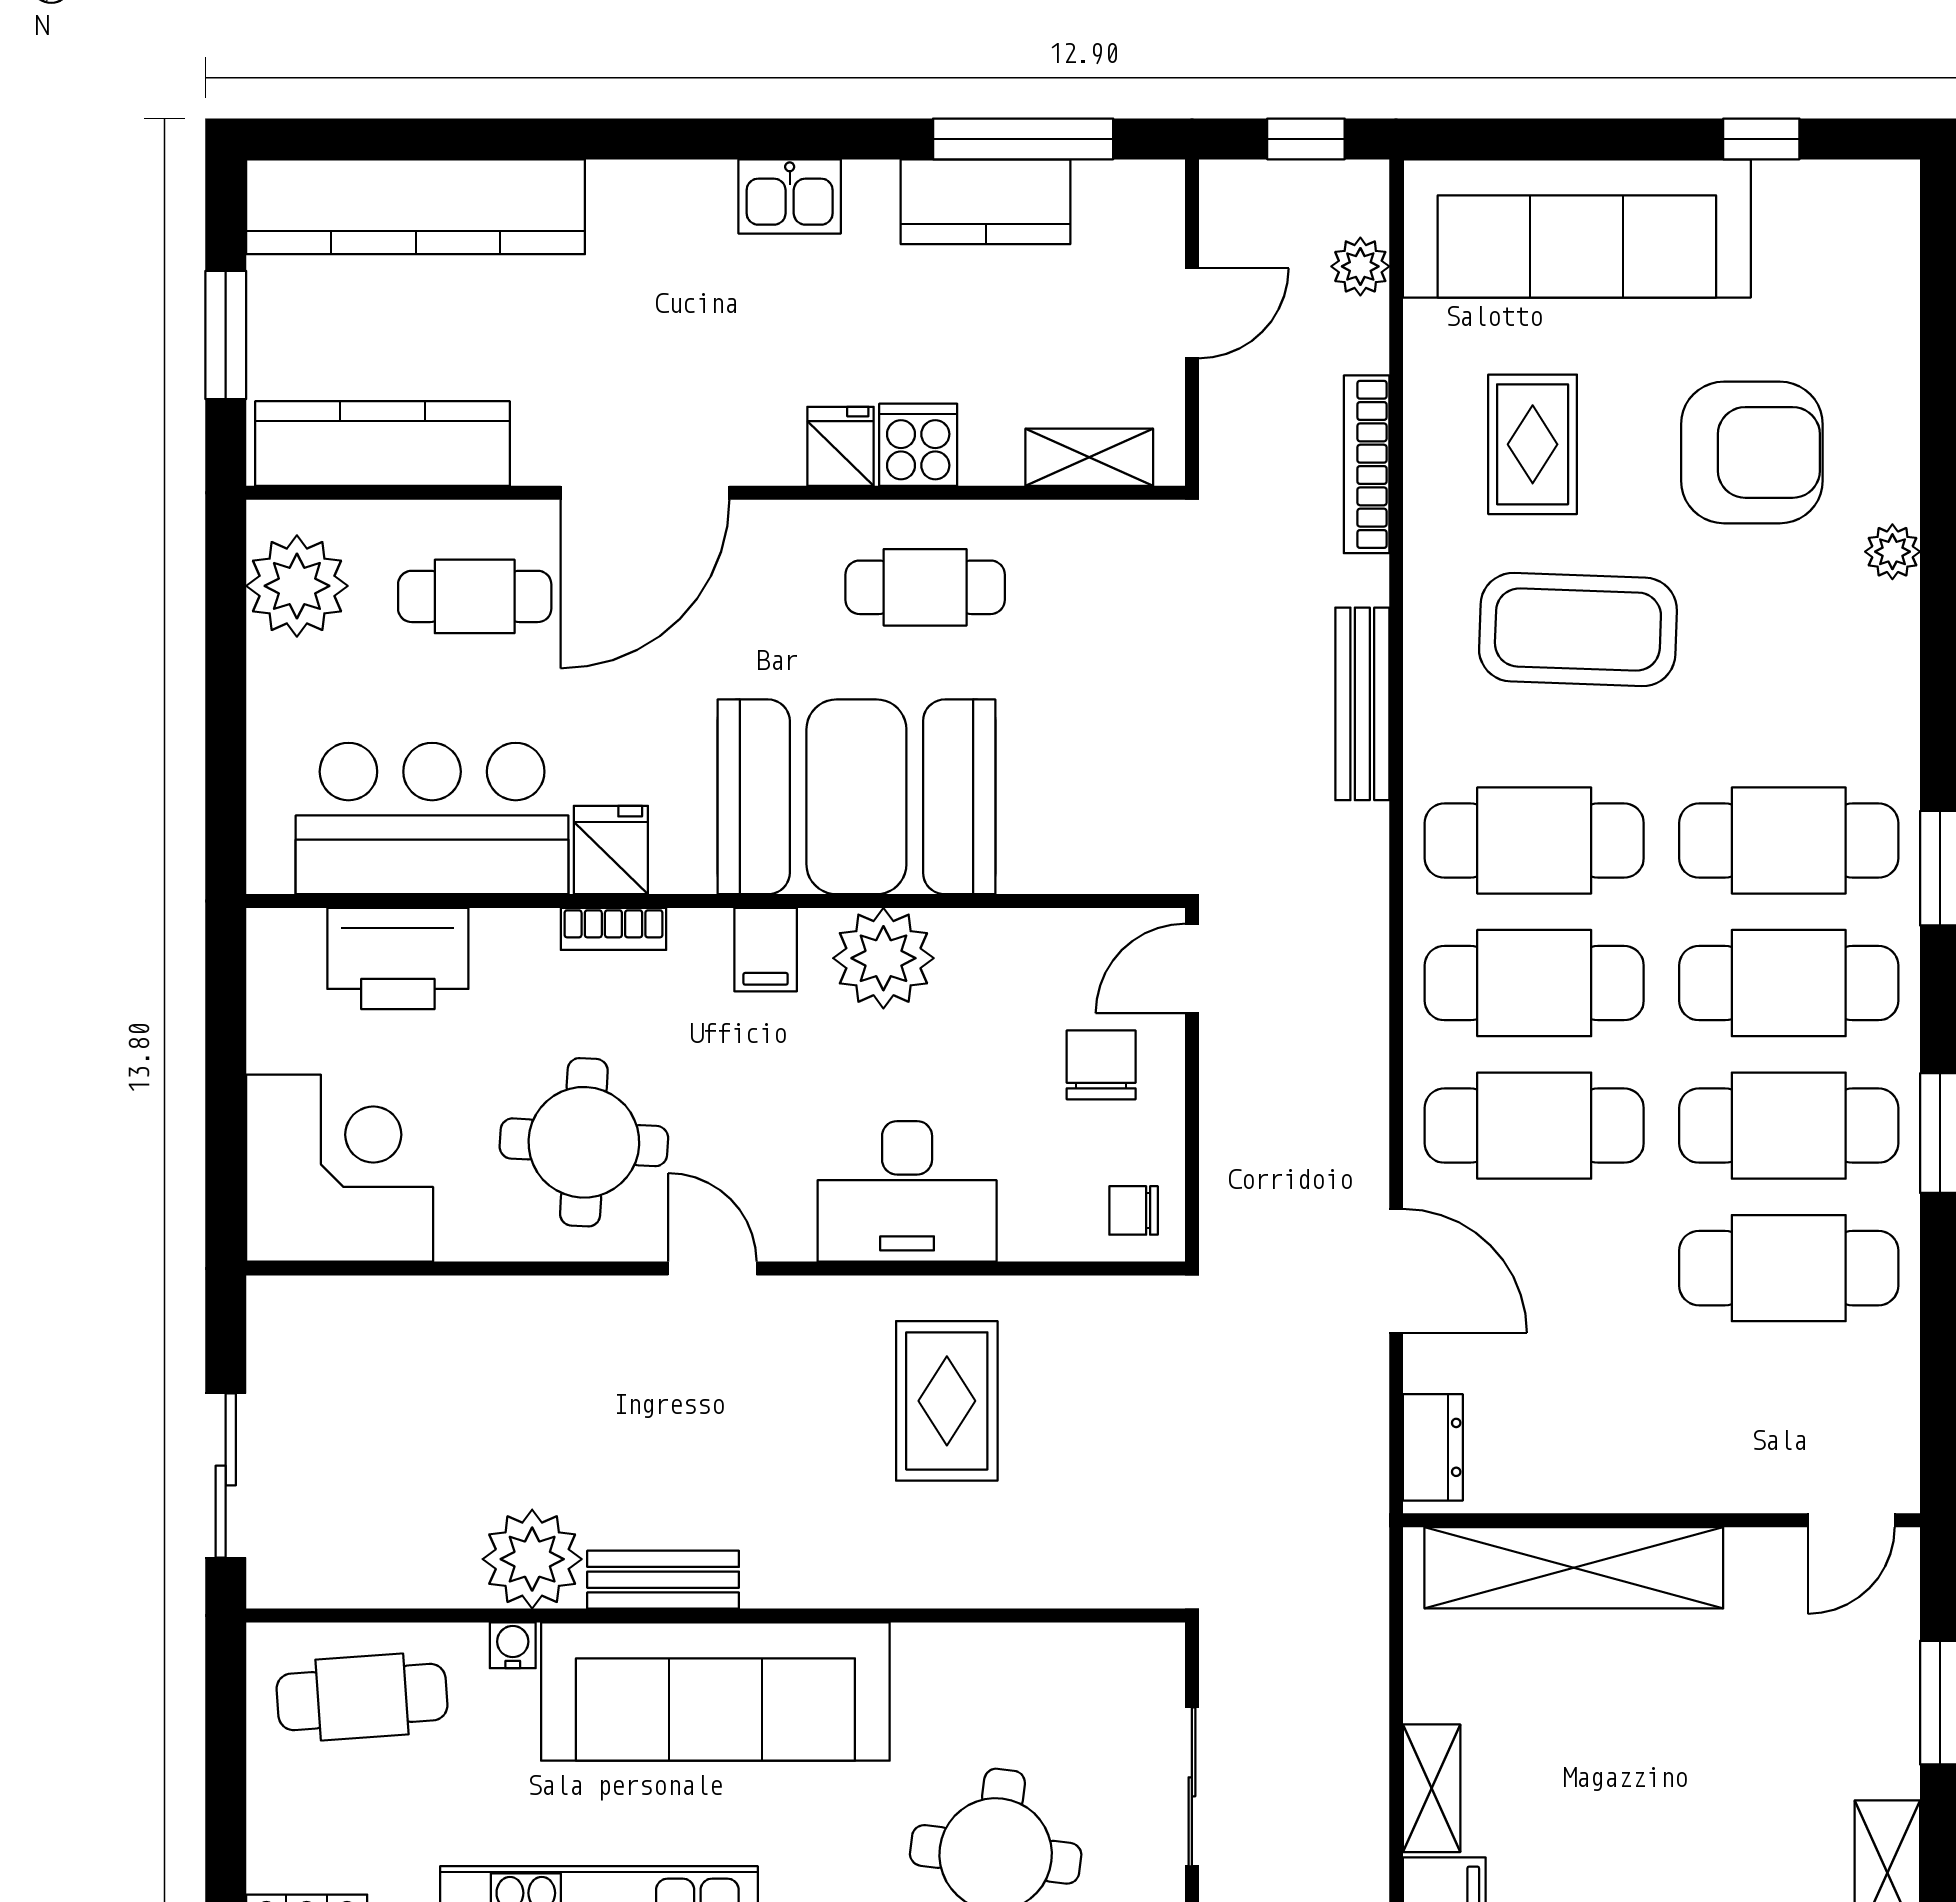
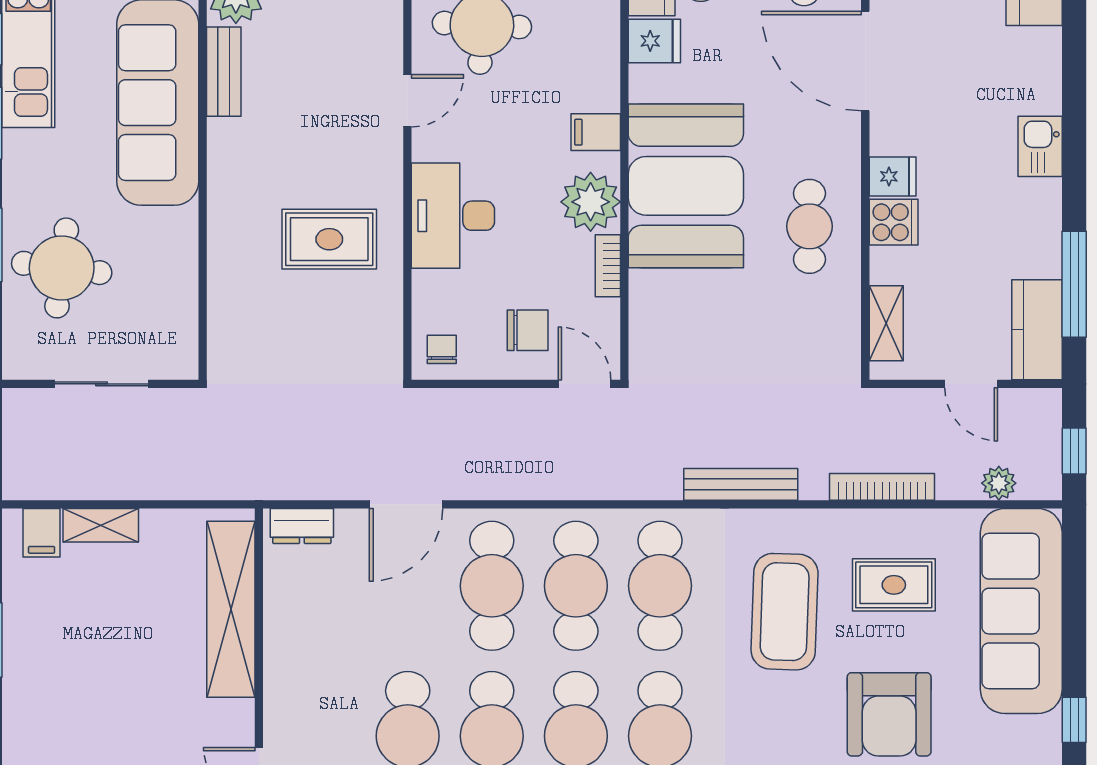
kitchen counter: (986, 202) -> (1037, 330), moved
bookcase: (613, 929) -> (608, 266), moved

